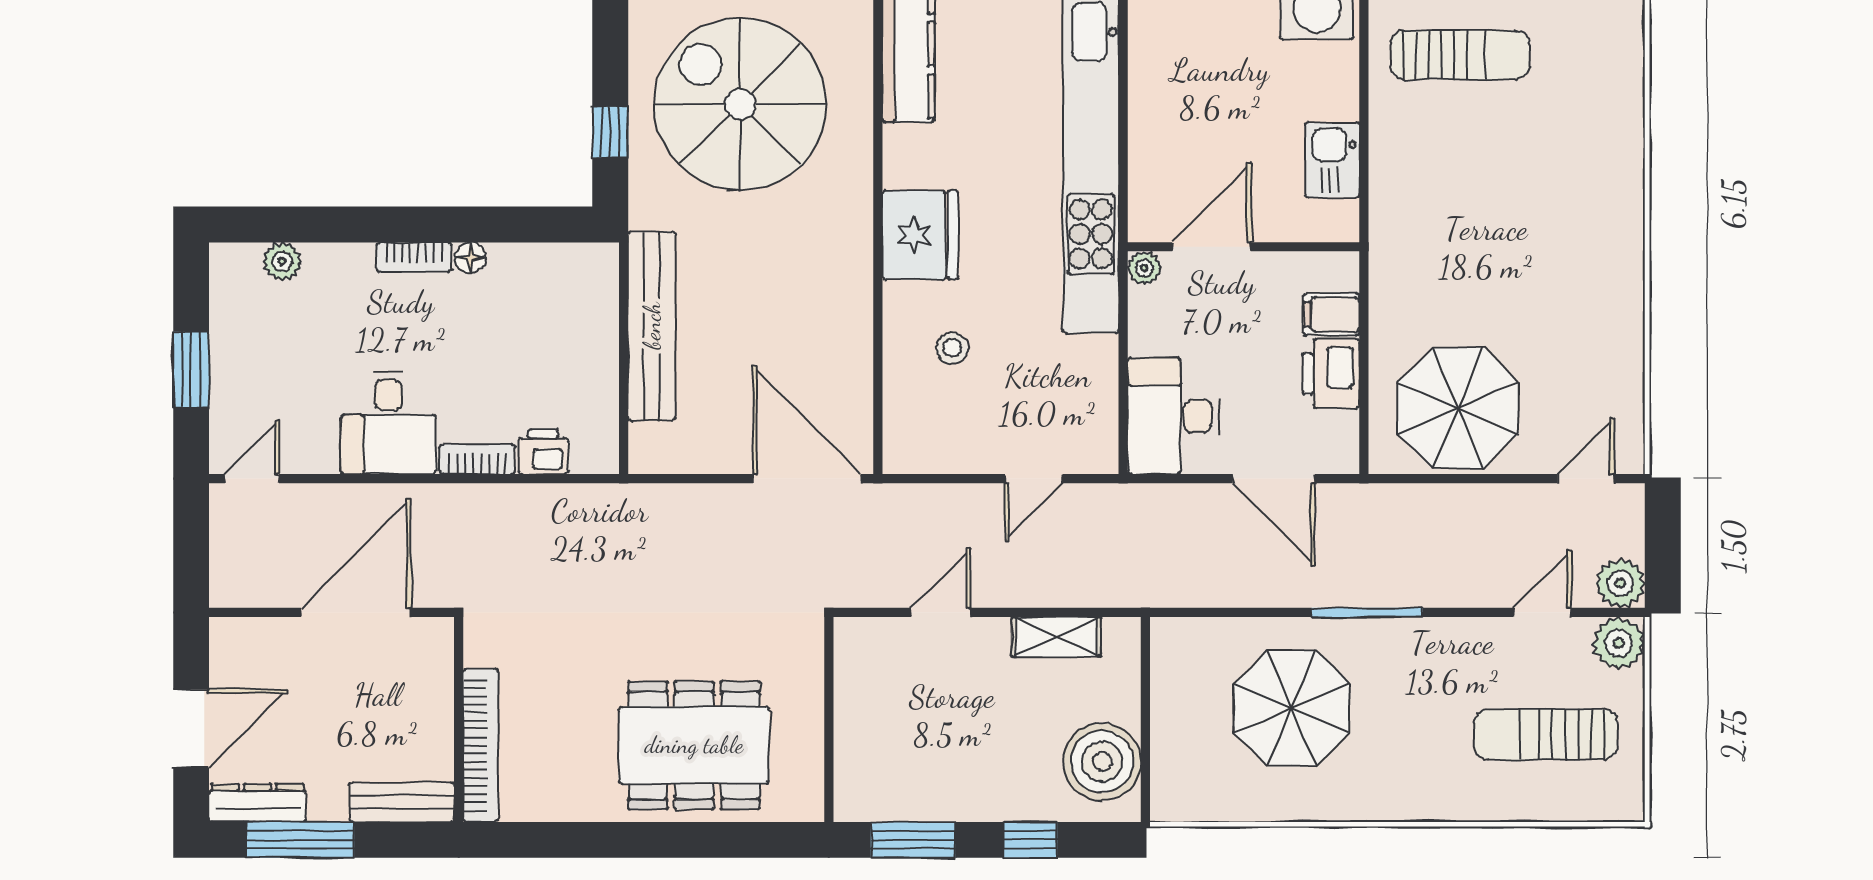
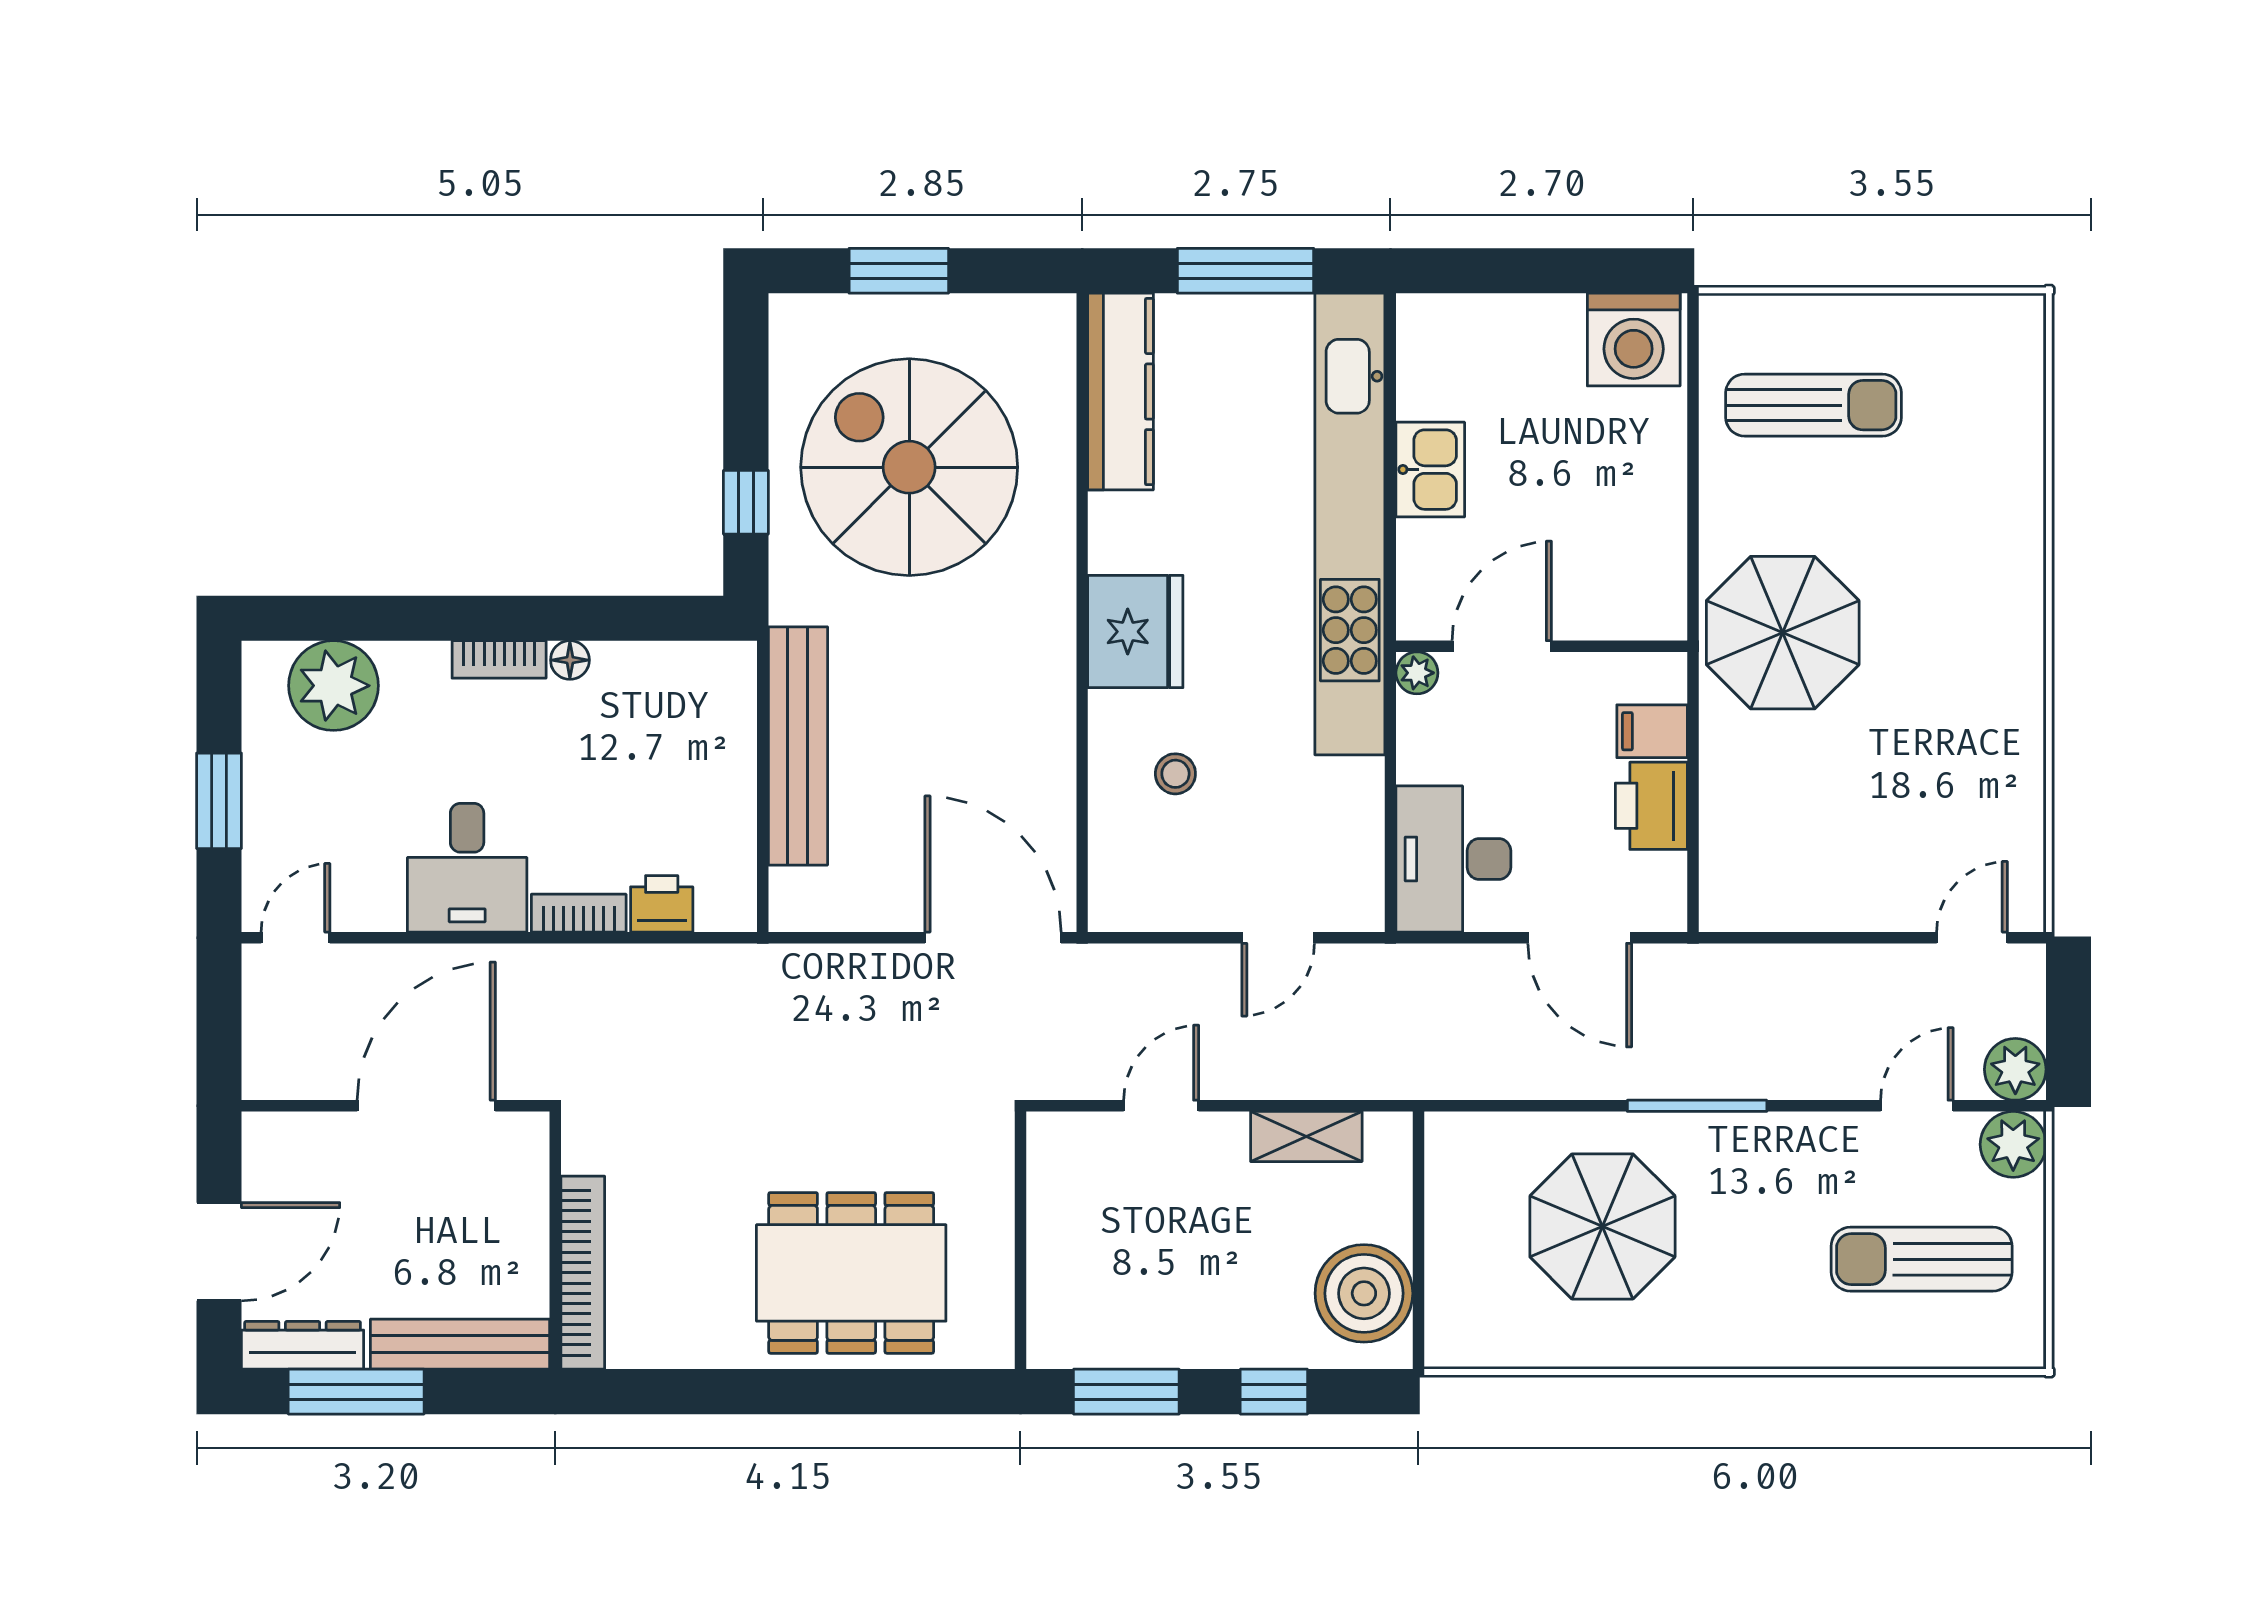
kitchen sink: (1332, 160) -> (1430, 470), moved, turned 180
plant: (282, 261) -> (333, 686), width x1.88, depth x1.88
parasol: (1458, 408) -> (1783, 633), moved
bench: (402, 802) -> (460, 1344), width x1.36

